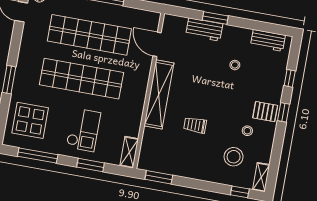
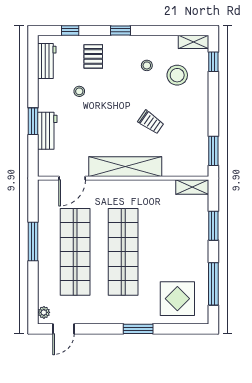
window: (290, 78) -> (70, 30), moved
pallet: (265, 112) -> (93, 56), moved
trolley: (195, 125) -> (151, 122), turned -55
checkout: (83, 130) -> (177, 240), removed

